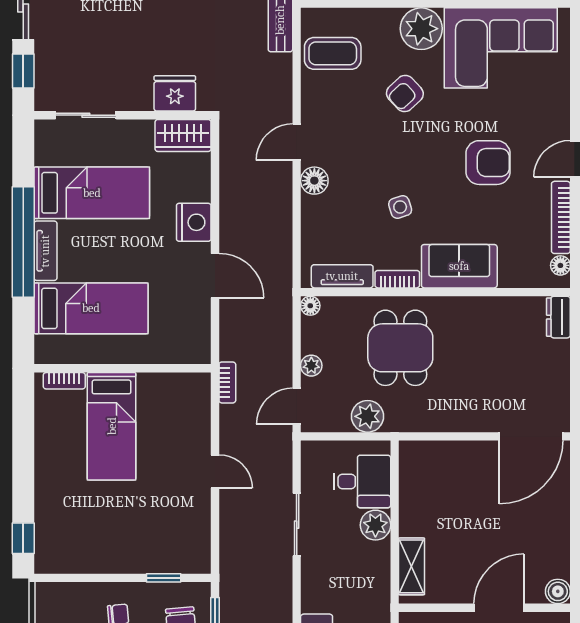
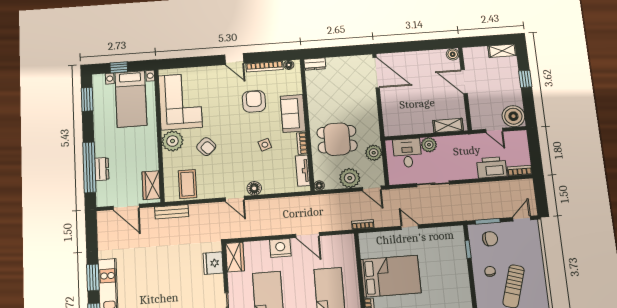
armchair: (488, 163) -> (254, 101), moved
door: (215, 276) -> (307, 235), swing flipped
plant: (311, 366) -> (350, 178), width x1.88, depth x1.88
bed: (112, 426) -> (391, 276), width x1.50
door: (215, 471) -> (410, 227), hinge flipped

